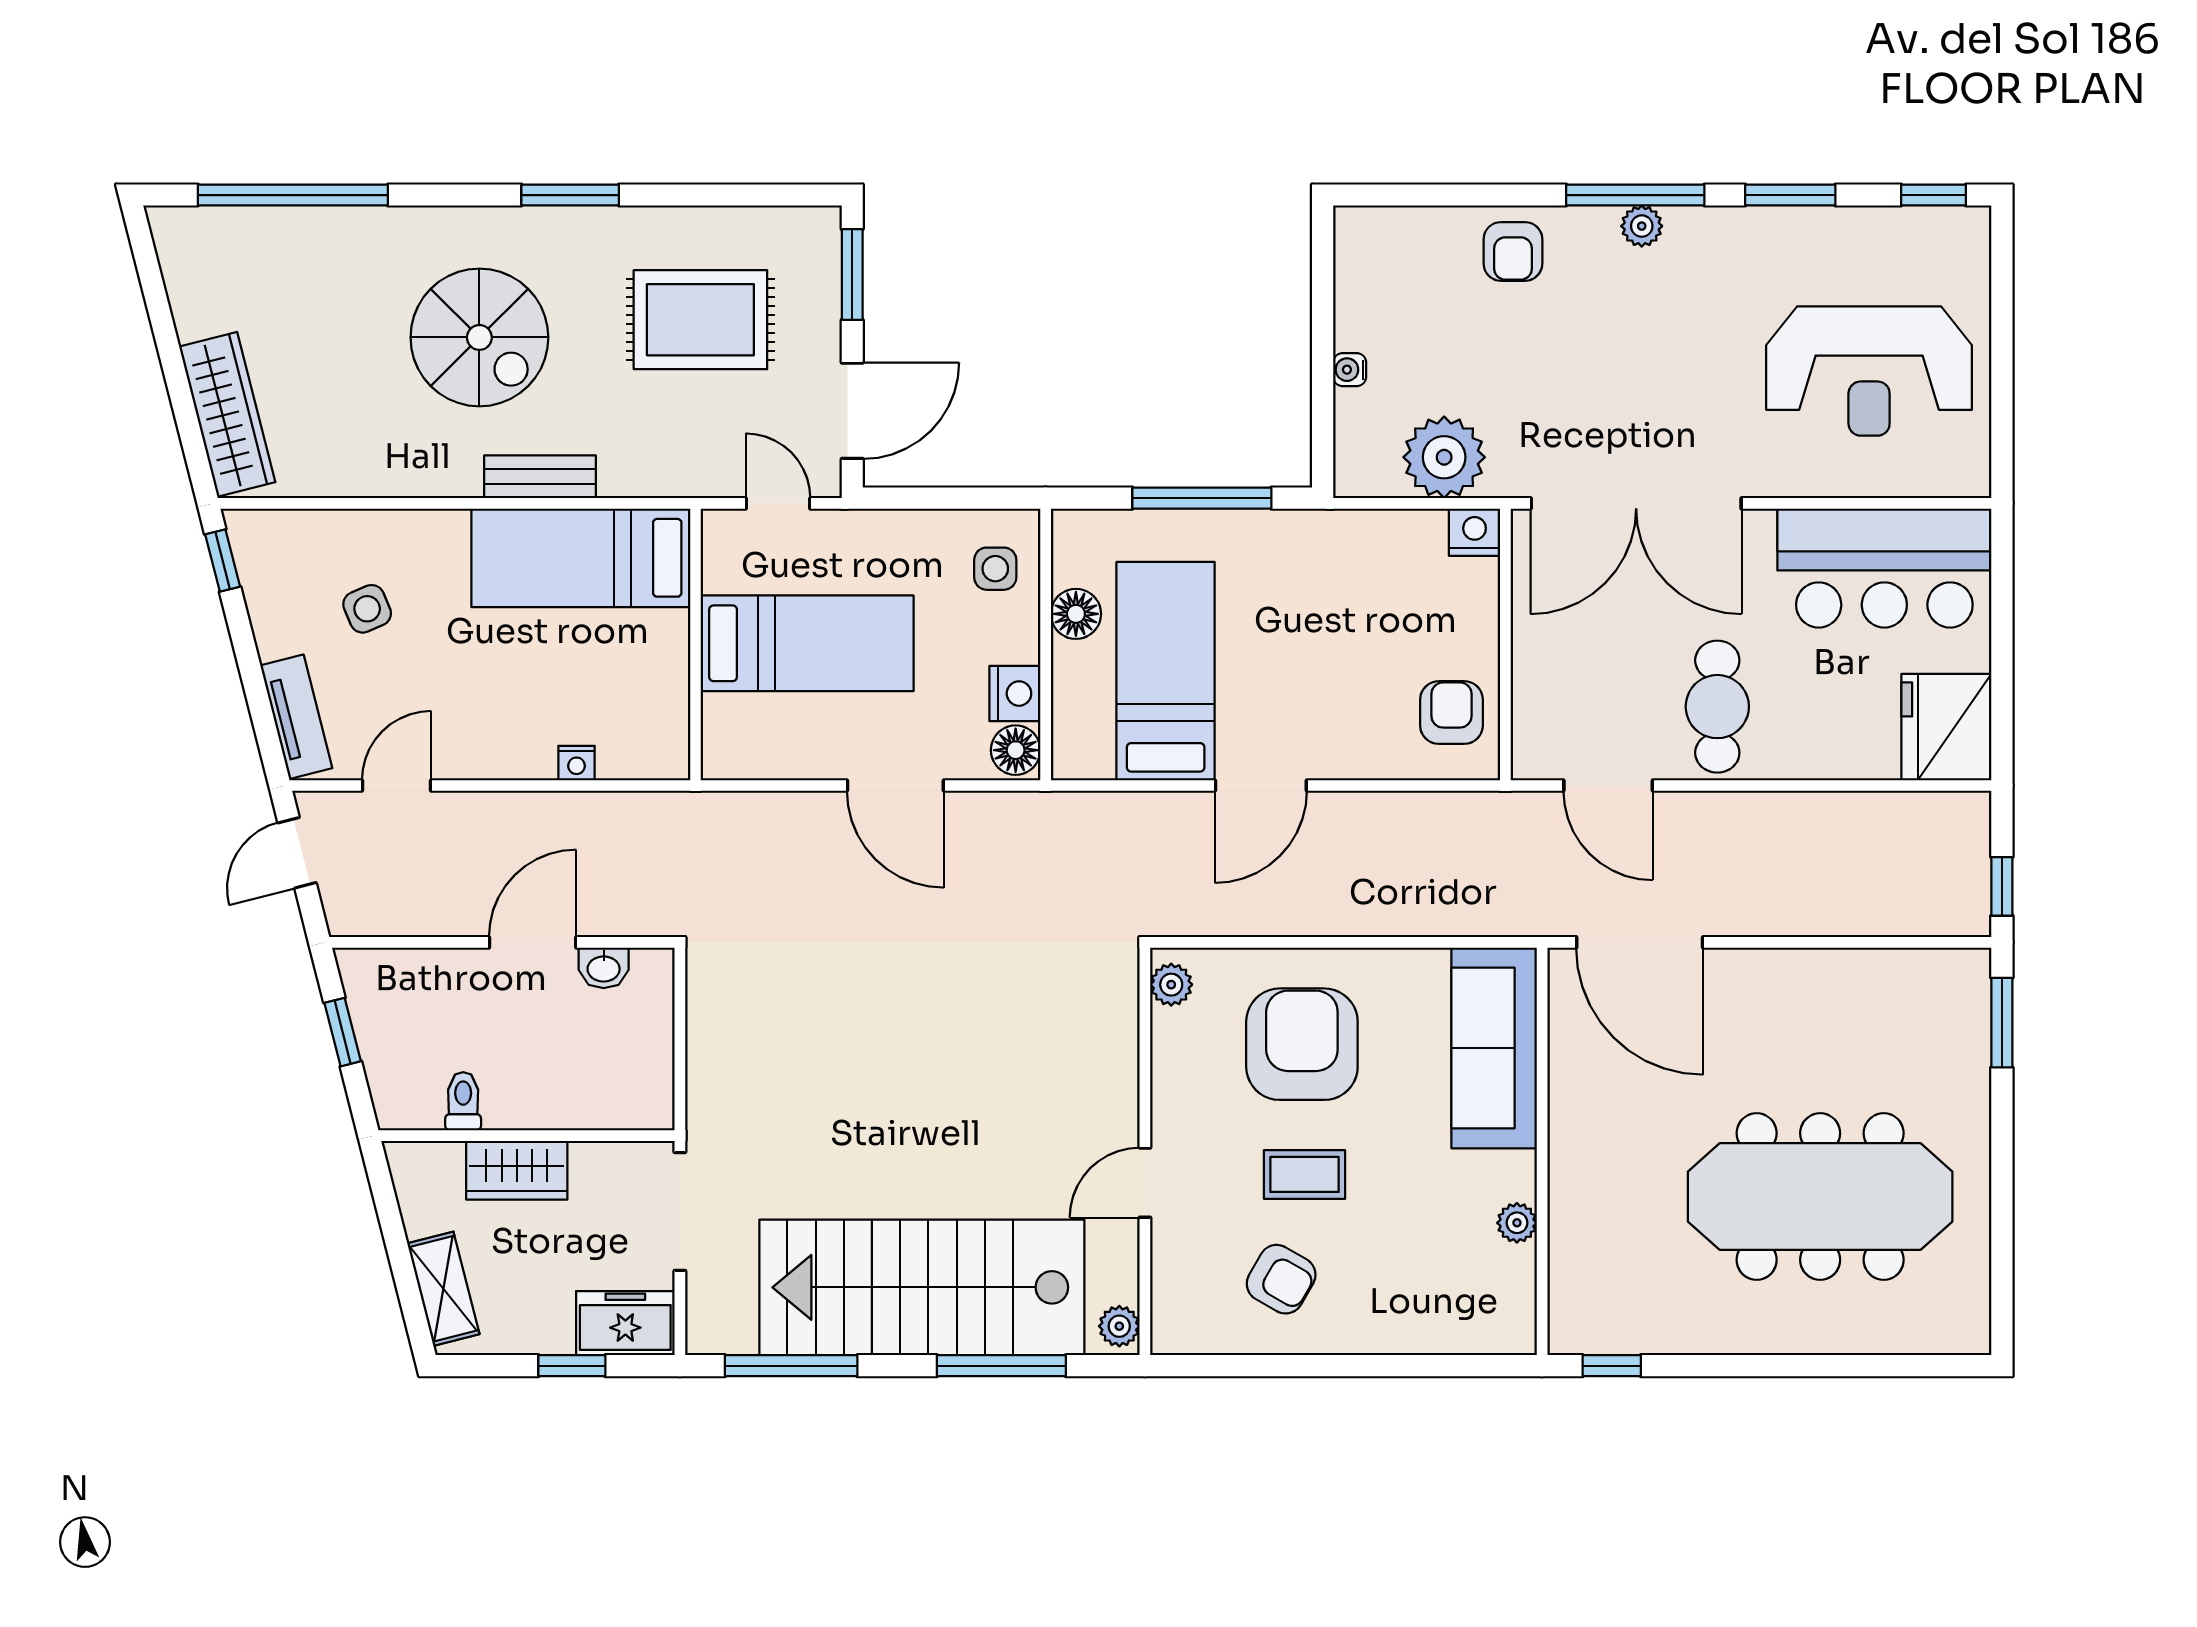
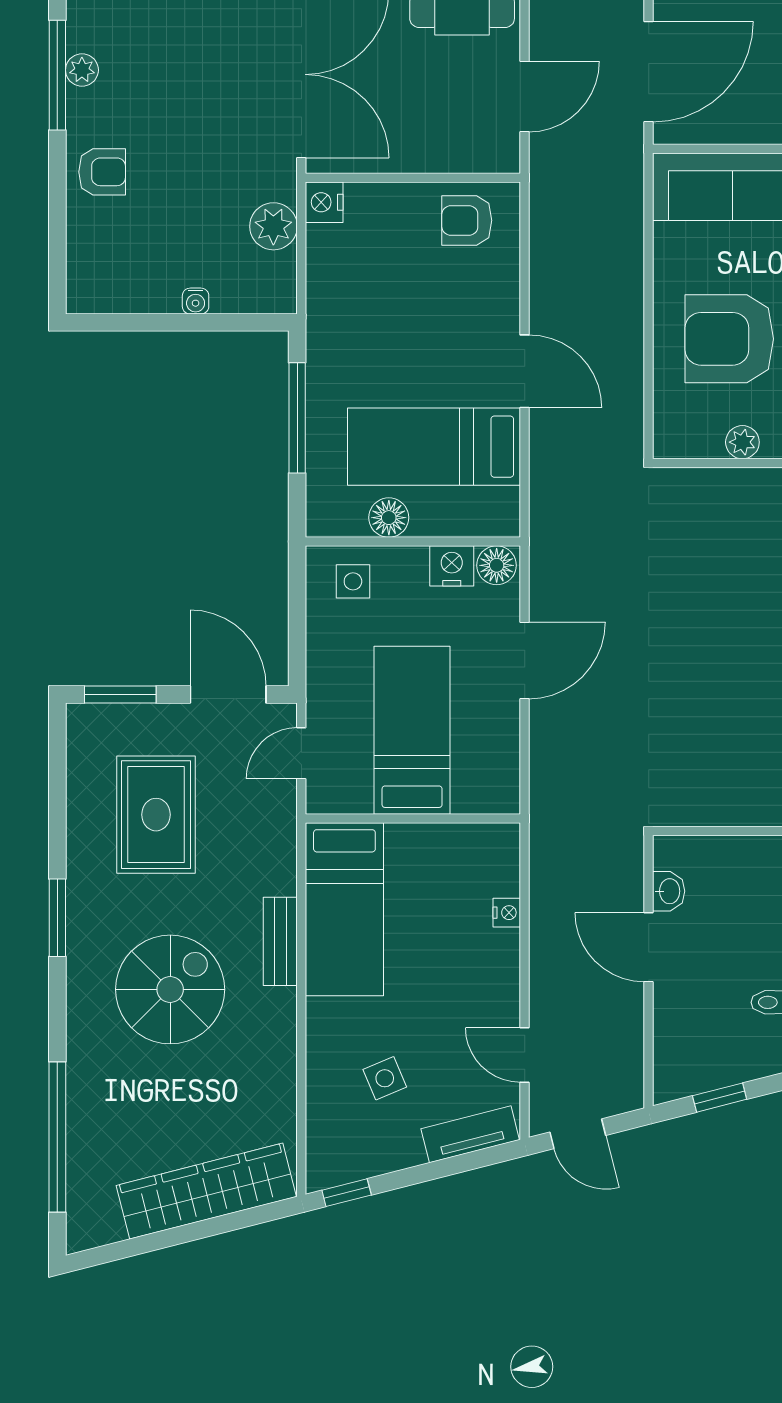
wardrobe: (227, 414) -> (206, 1191), width x1.40, depth x1.17
plant: (1444, 457) -> (273, 226), width x0.73, depth x0.73
plant: (1171, 985) -> (742, 442), moved

